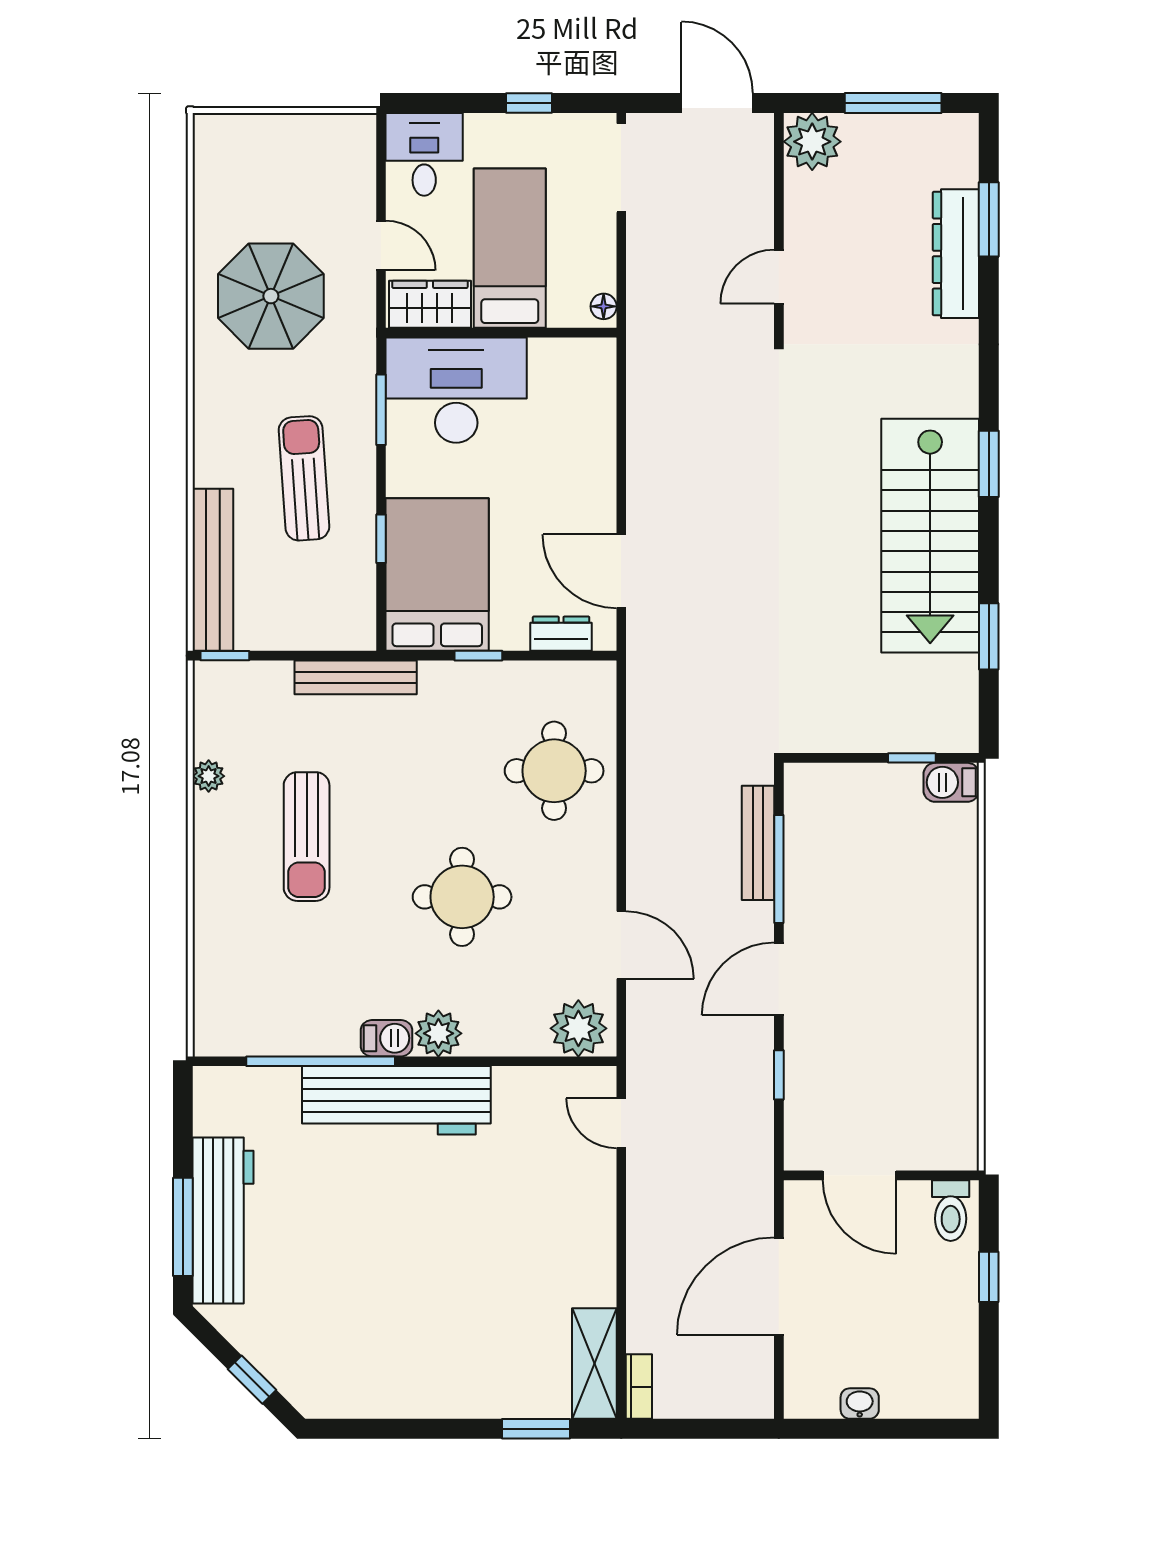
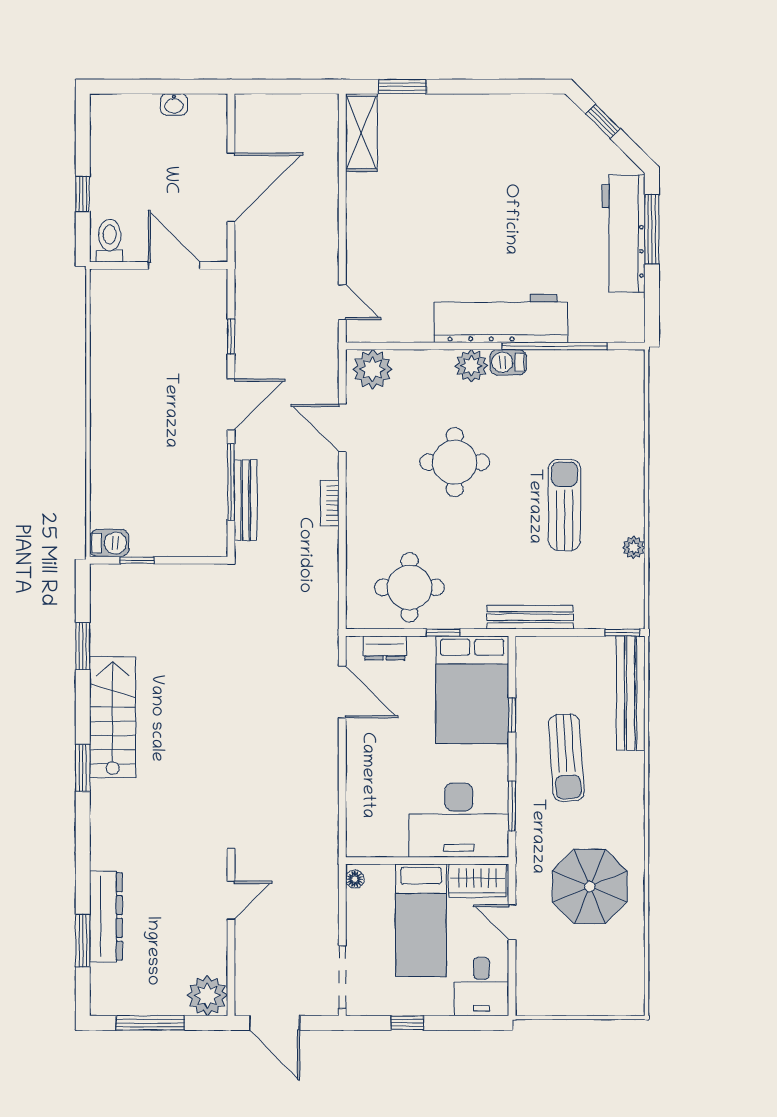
stairs: (930, 536) -> (113, 717), width x0.73, depth x0.66
round table: (554, 771) -> (409, 587), moved
bookcase: (639, 1387) -> (330, 503), moved

